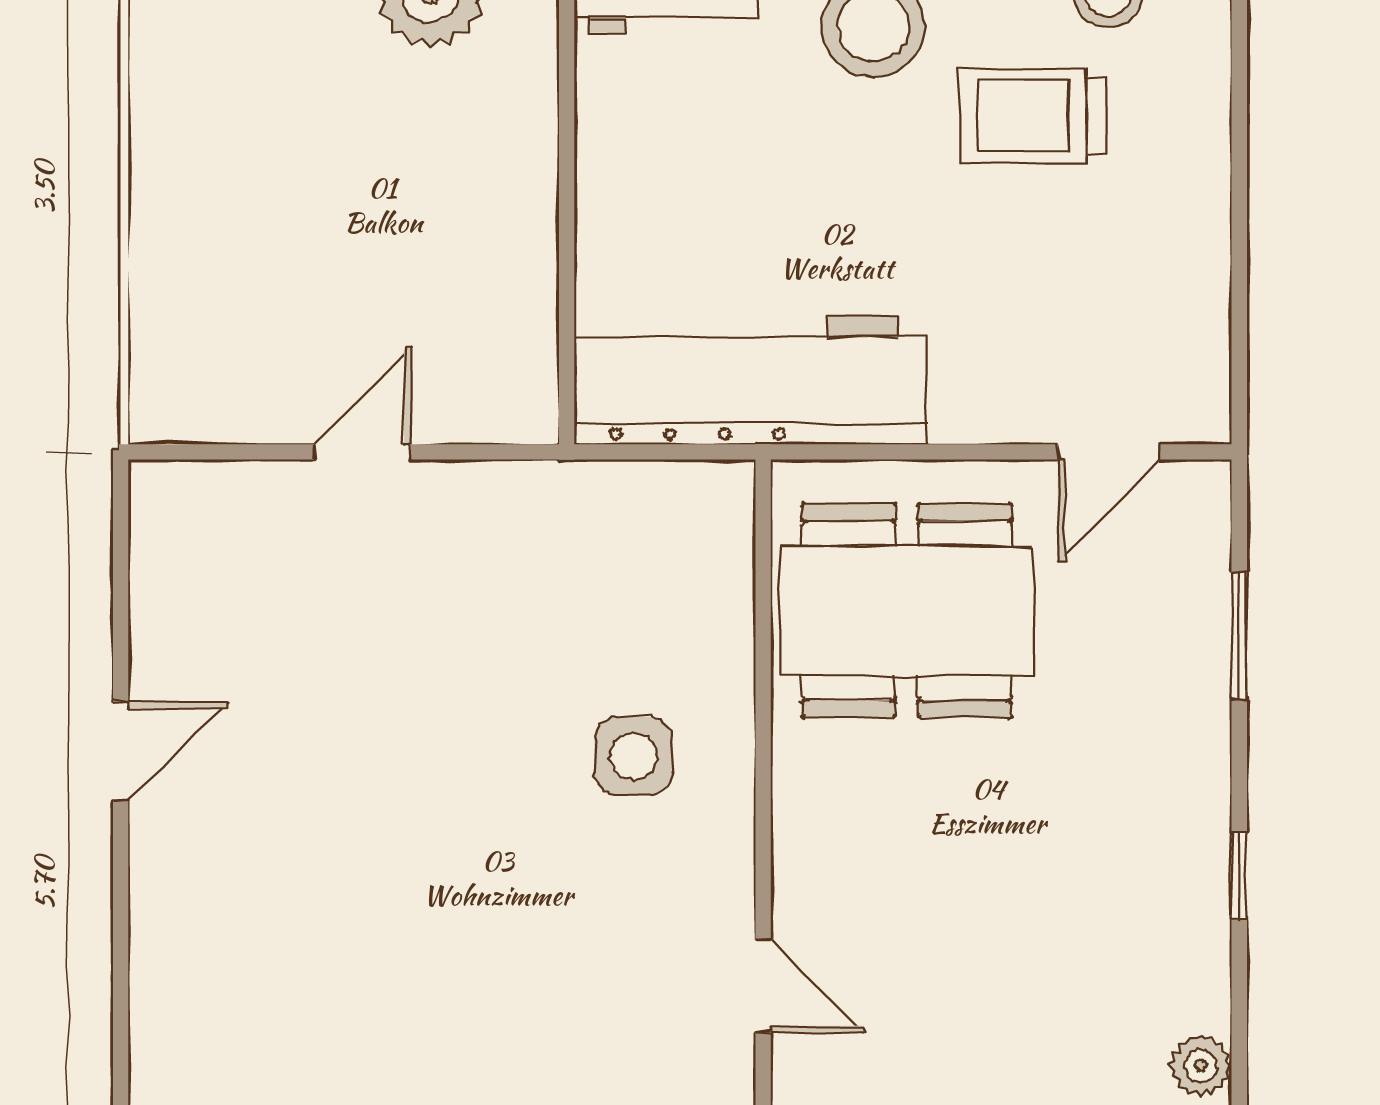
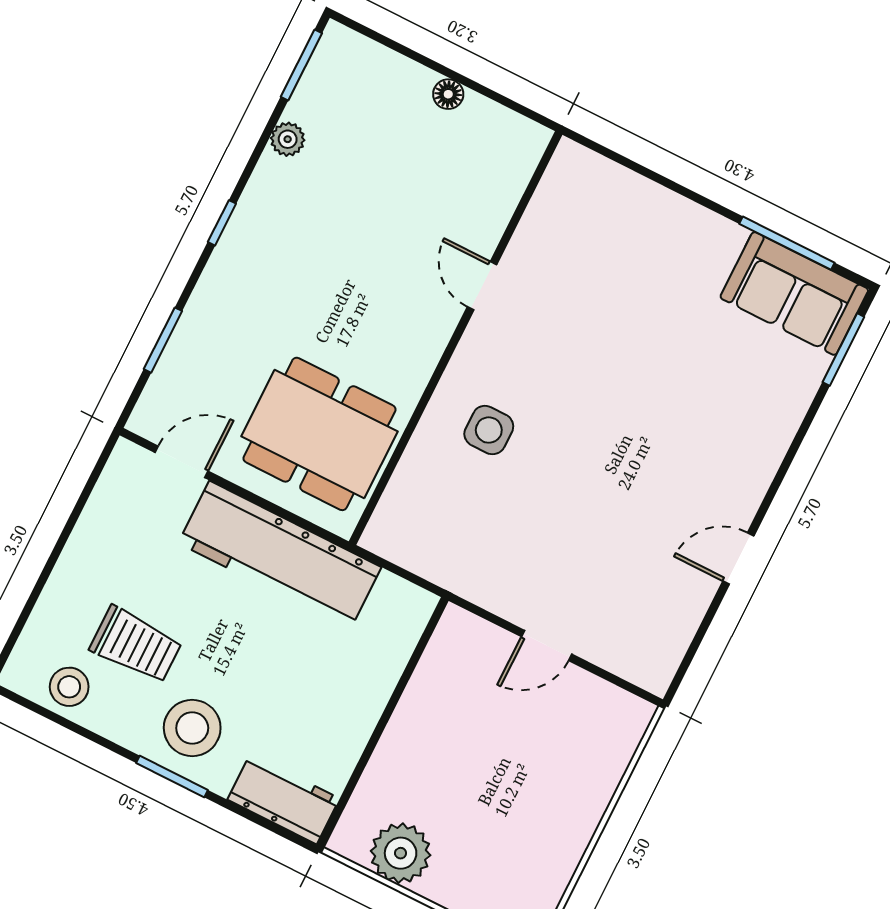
workbench: (750, 380) -> (280, 555), moved

